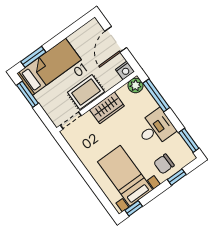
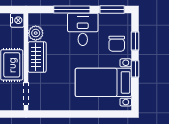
plant: (135, 85) -> (36, 33), moved
window: (156, 95) -> (72, 9), moved
window: (134, 208) -> (135, 69), moved

